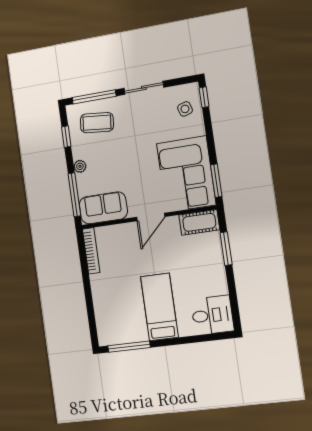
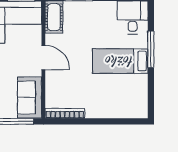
window: (129, 347) -> (151, 49), moved

